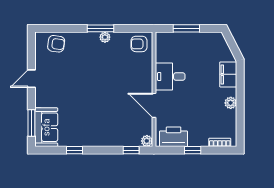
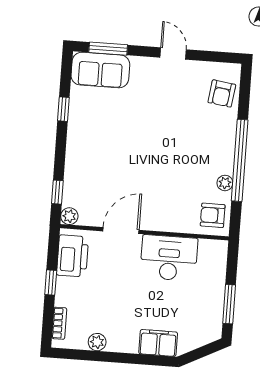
window: (101, 28) -> (240, 160), width x2.11
window: (186, 28) -> (229, 304), moved
plant: (105, 37) -> (225, 183), moved
armchair: (139, 44) -> (213, 215), turned -90
desk: (170, 77) -> (169, 258), width x1.37
plant: (231, 103) -> (97, 342), moved

